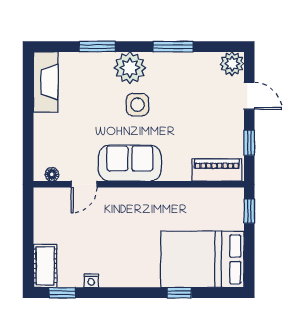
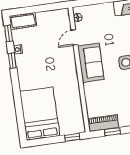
piano: (217, 170) -> (103, 123), moved, turned -90
door: (84, 184) -> (74, 37), hinge flipped
window: (179, 293) -> (12, 60), moved

